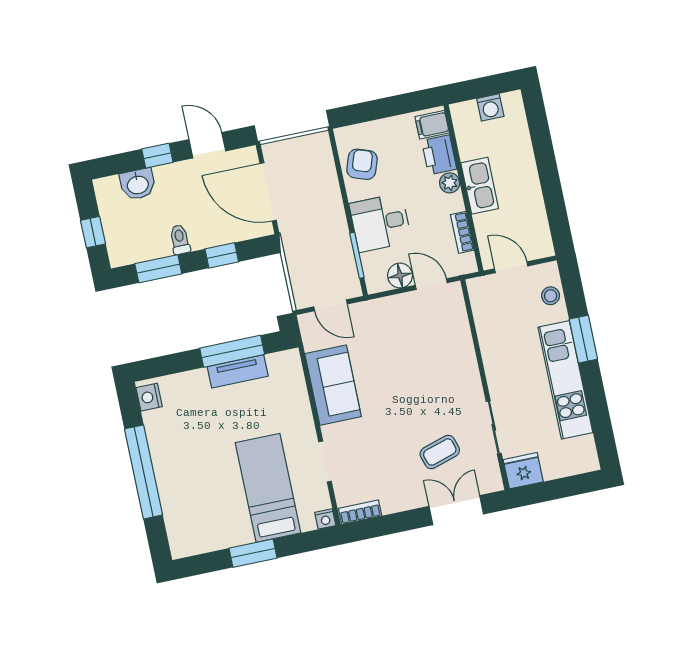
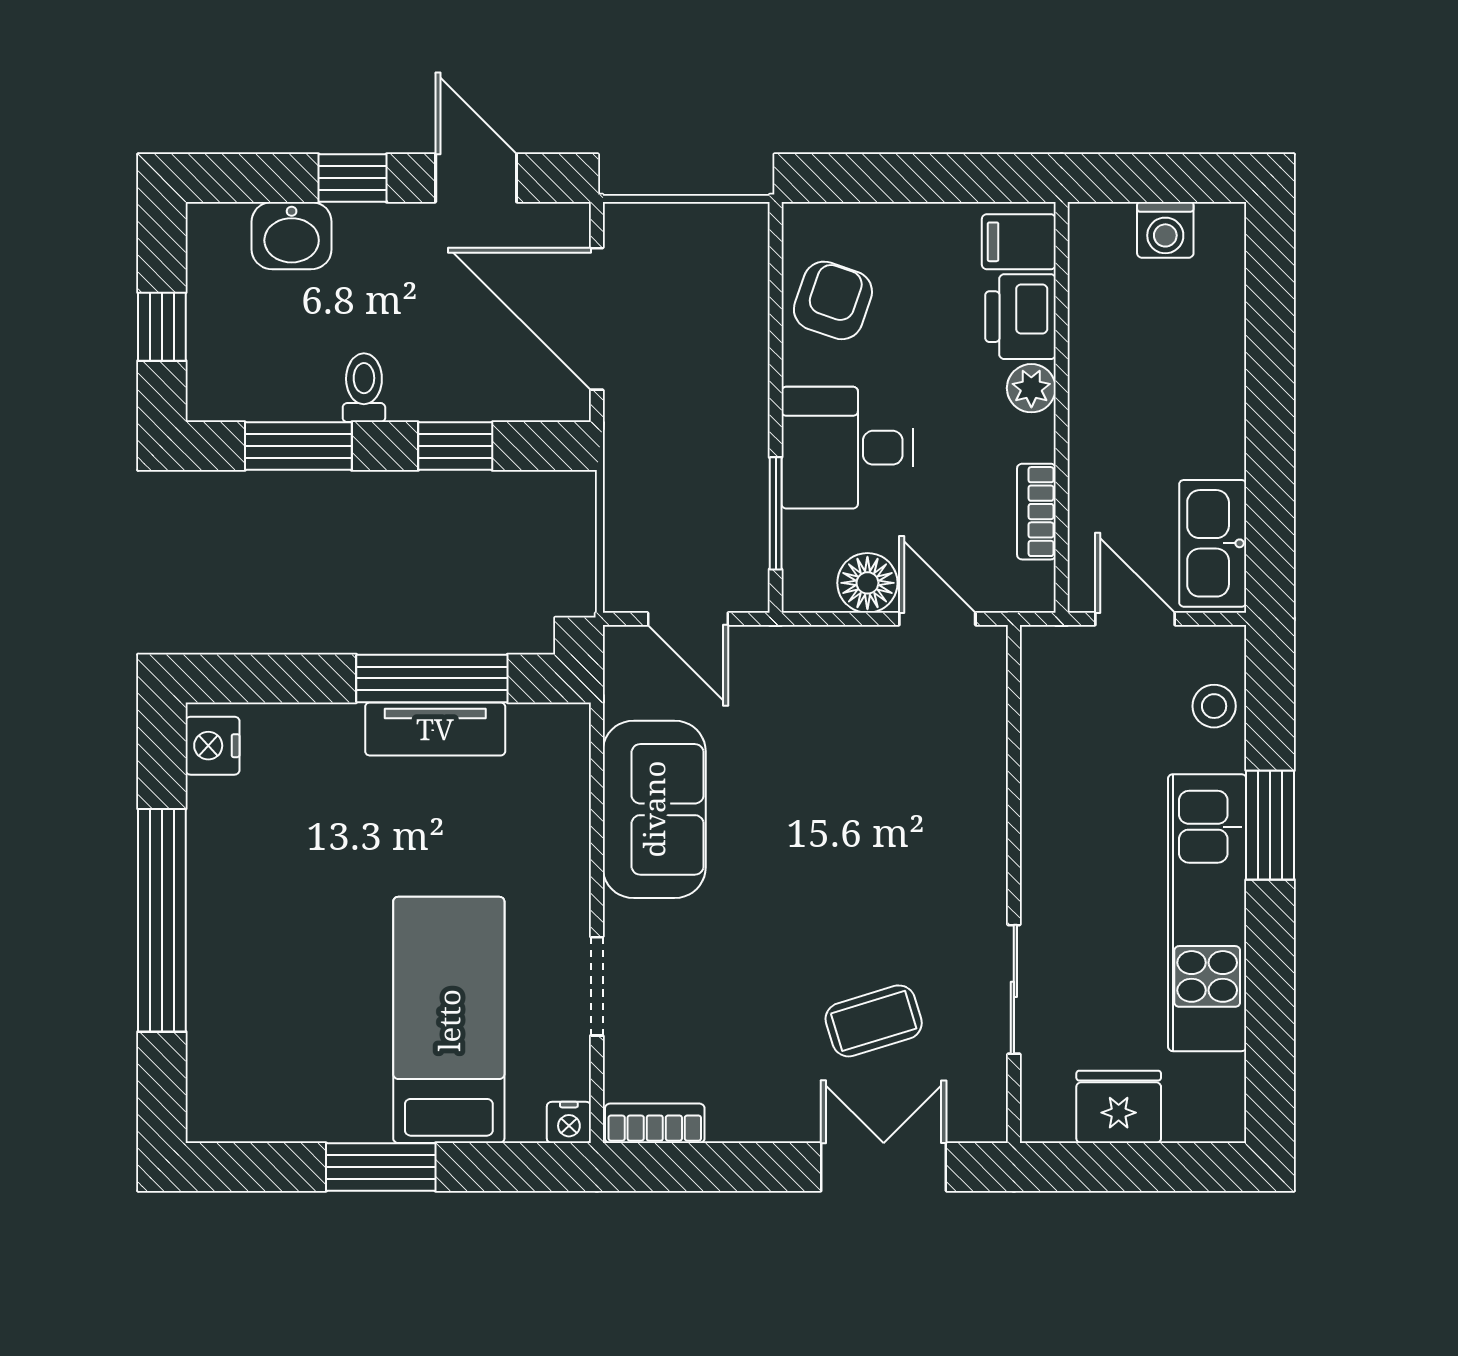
kitchen sink: (480, 186) -> (1213, 543), moved, turned 180
fridge: (523, 471) -> (1119, 1107), moved

